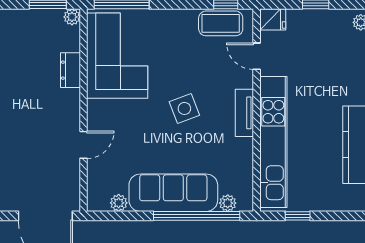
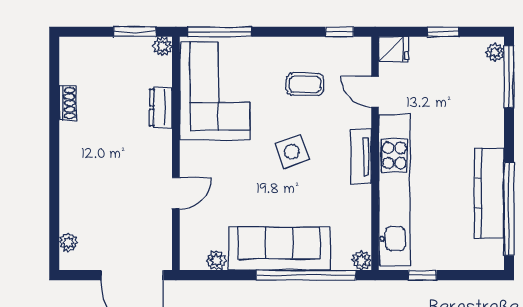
coffee table: (221, 23) -> (305, 84), moved, width x0.73, depth x0.77
plant: (228, 203) -> (362, 260), moved

